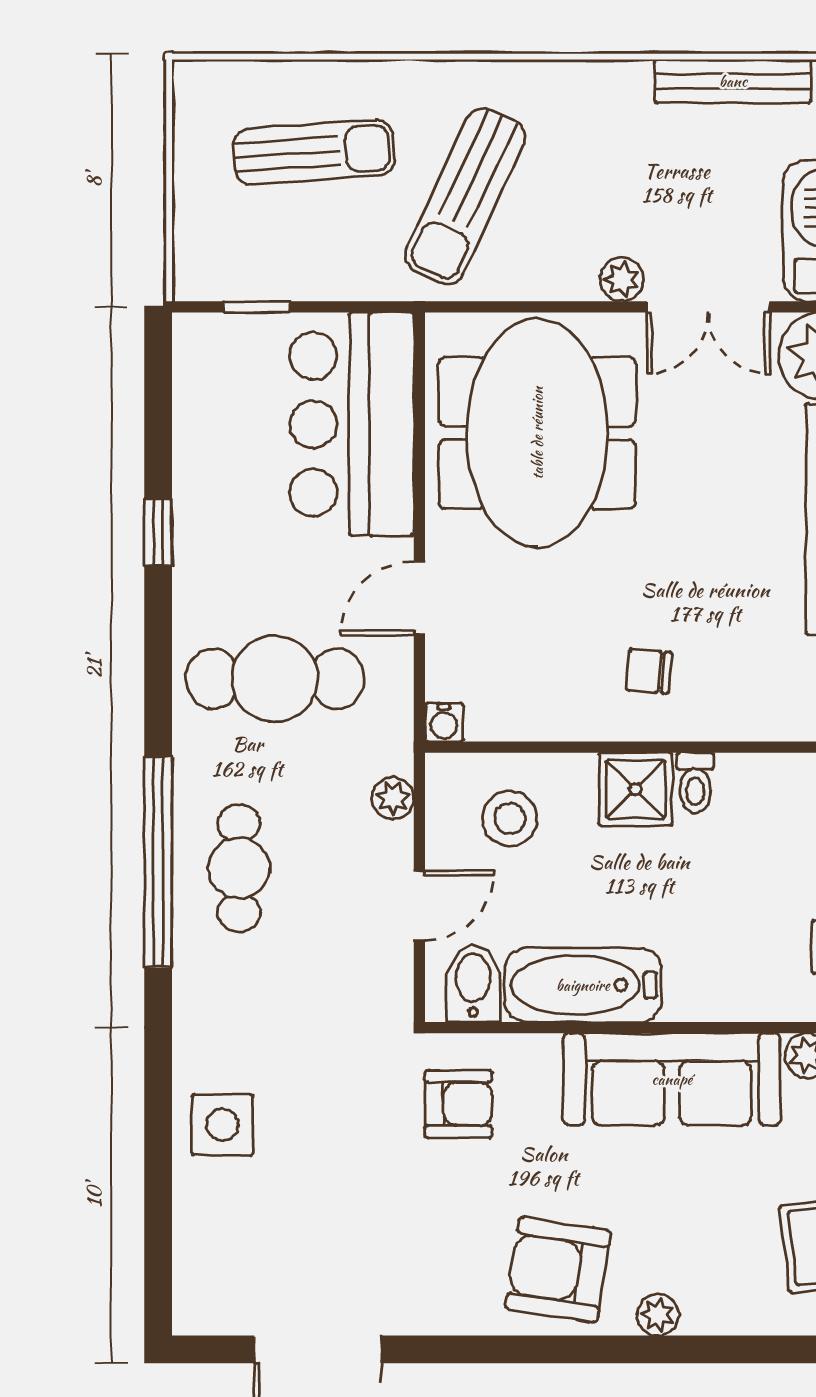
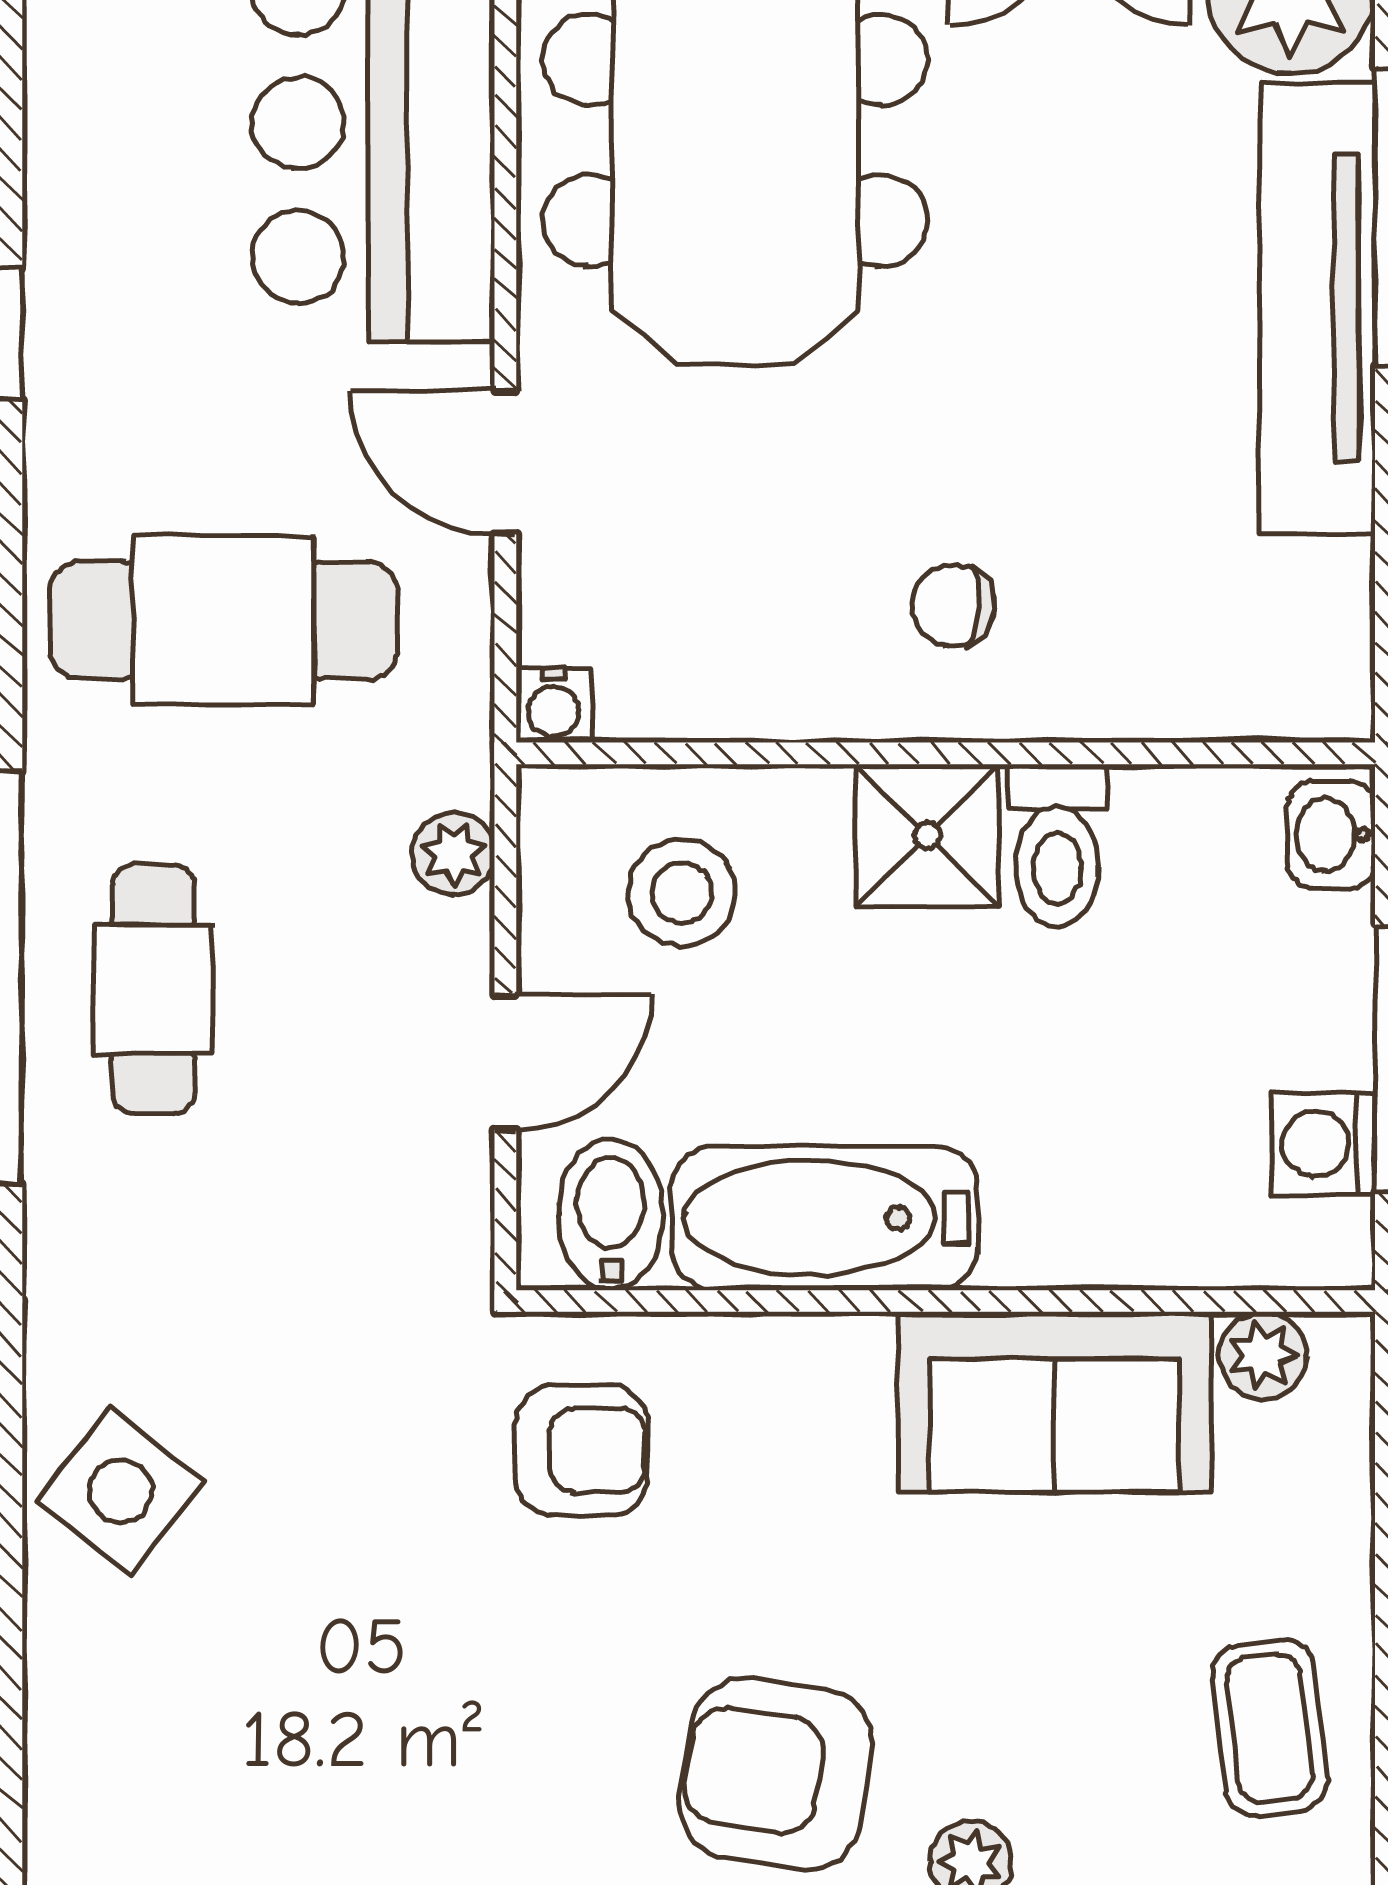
door: (419, 598) -> (505, 462), hinge flipped
toilet: (695, 783) -> (1057, 845), width x1.37, depth x1.39
sofa: (672, 1079) -> (1054, 1402), width x0.73
side table: (222, 1125) -> (121, 1491), turned 38

